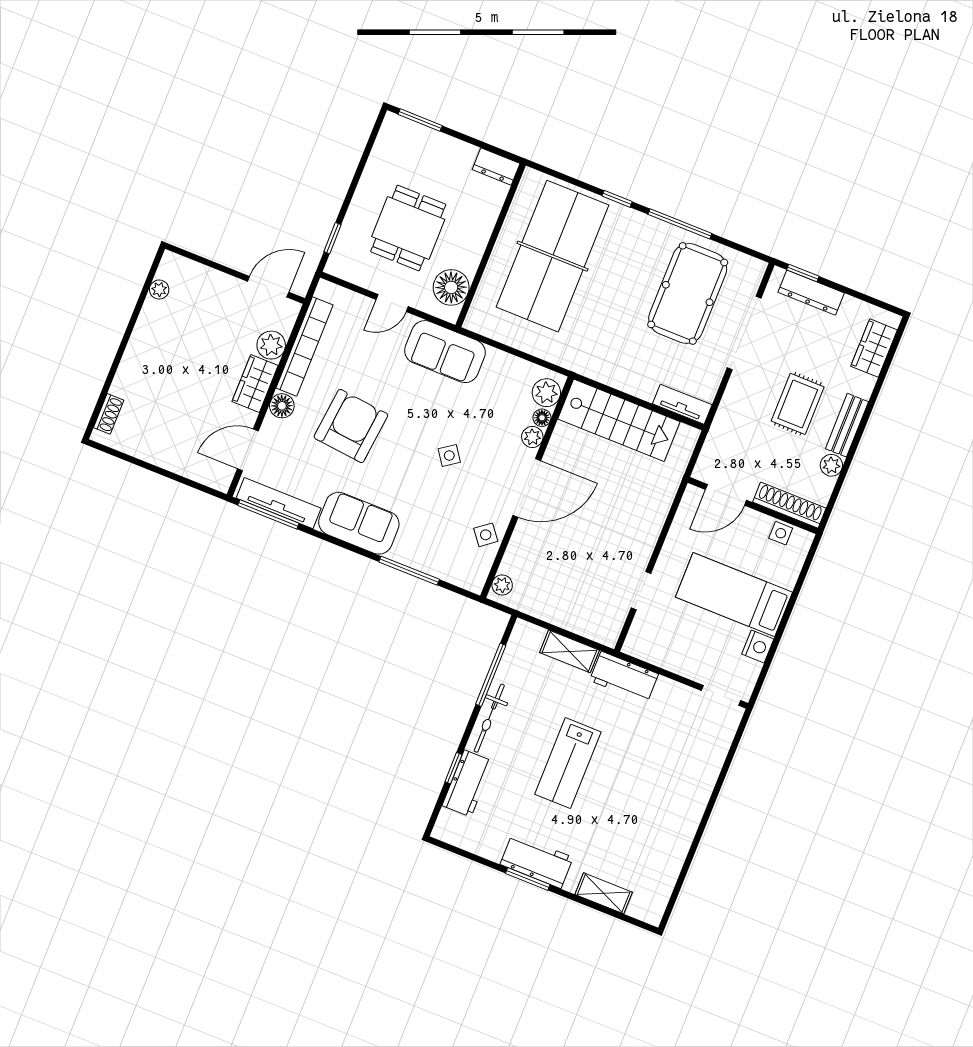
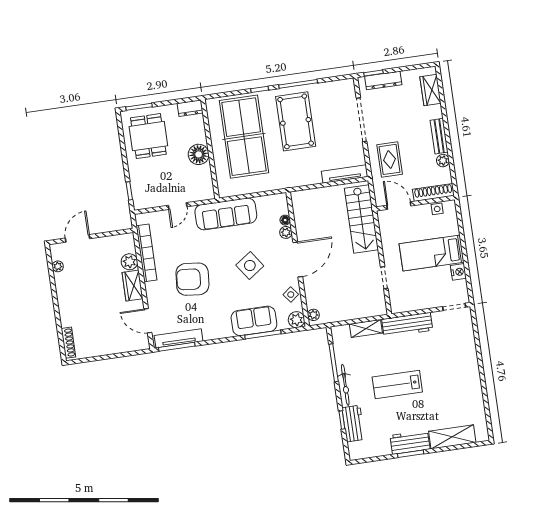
dining table: (408, 228) -> (148, 136), moved
door: (268, 287) -> (78, 238), moved
floor lamp: (451, 287) -> (199, 154), moved
pool table: (688, 293) -> (296, 121), moved
sofa: (445, 352) -> (226, 214), width x1.36
plant: (546, 393) -> (296, 320), moved
tv unit: (682, 404) -> (345, 174), width x1.41
rug: (798, 404) -> (390, 159), moved
floor lamp: (282, 406) -> (152, 289), removed
shoe rack: (109, 414) -> (68, 343), width x1.43
stairs: (619, 420) -> (361, 219), moved, turned 90
armchair: (351, 426) -> (192, 279), turned -91
door: (248, 450) -> (148, 321), hinge flipped
side table: (449, 455) -> (250, 266), width x1.87, depth x1.87
door: (726, 495) -> (399, 206), swing flipped
sofa: (359, 523) -> (254, 321), moved
workbench: (624, 677) -> (407, 325), width x1.38
lab bench: (568, 763) -> (397, 385), turned 90
shelving: (604, 893) -> (452, 437), width x1.50, depth x1.33

